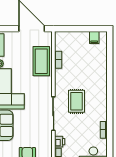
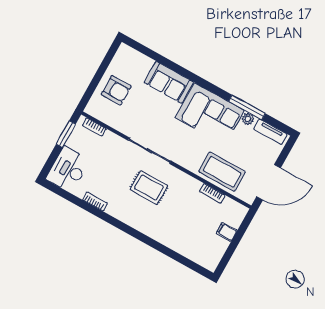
filing cabinet: (94, 37) -> (227, 232), moved
printer: (60, 142) -> (111, 139), removed

